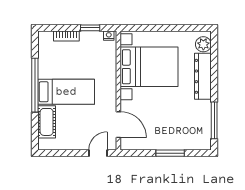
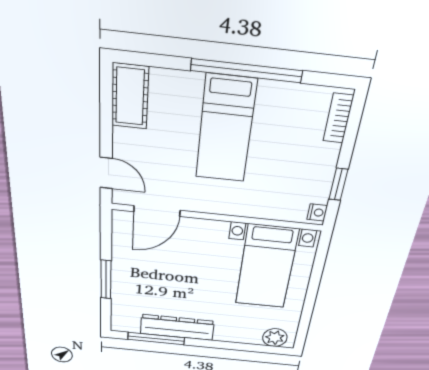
bookcase: (66, 36) -> (338, 118), moved
bed with nightstands: (149, 67) -> (266, 267), width x0.73
dresser: (203, 76) -> (177, 327), moved
cot: (47, 122) -> (130, 96), moved, turned 90

